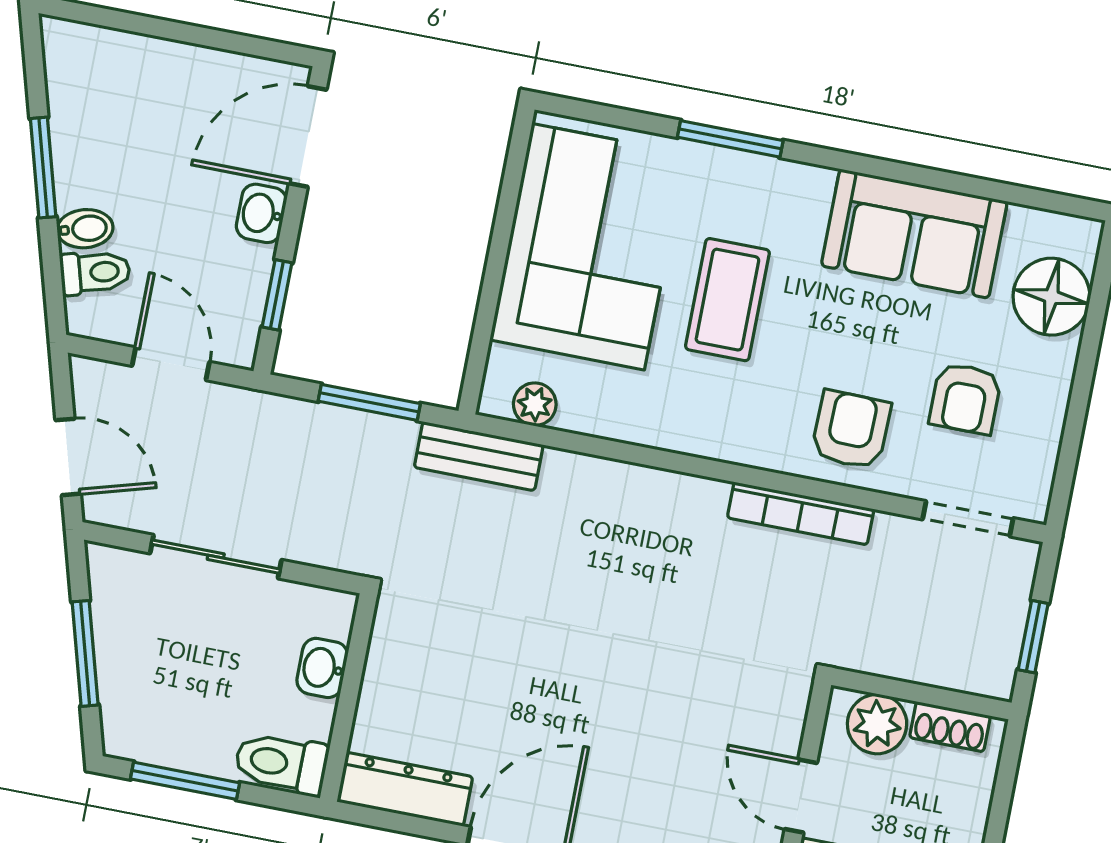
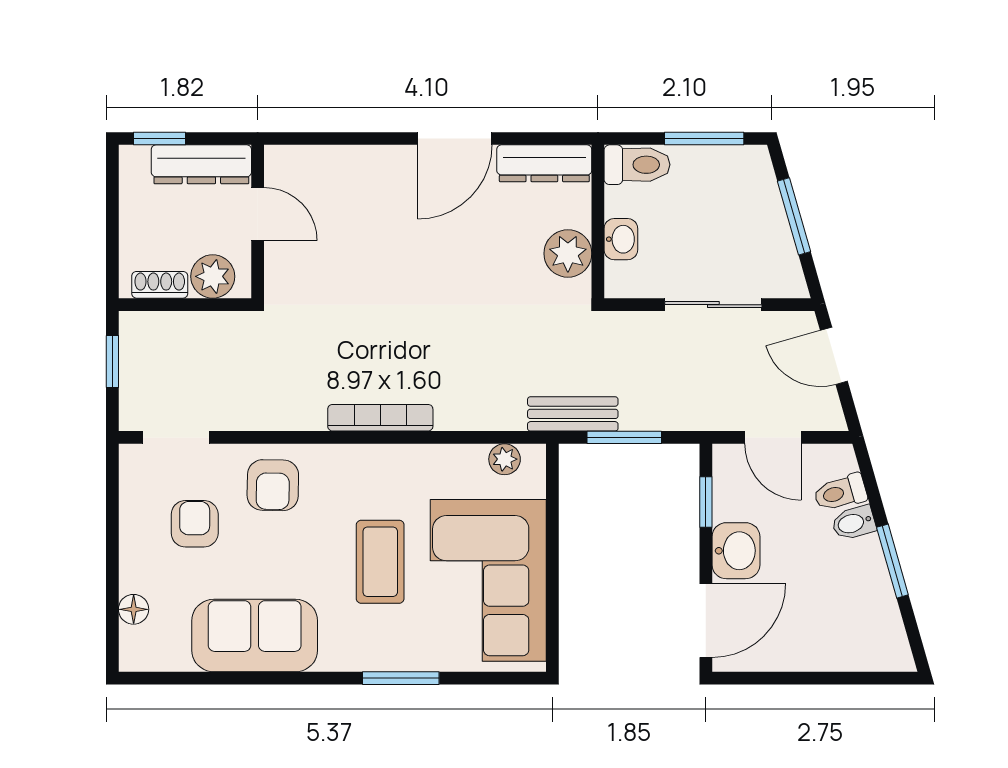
washbasin: (261, 213) -> (736, 551), width x1.38, depth x1.45
floor lamp: (1051, 297) -> (134, 609), width x0.53, depth x0.53
bench: (479, 456) -> (573, 414), moved
bookcase: (801, 513) -> (380, 418), moved
plant: (397, 663) -> (568, 253), added

